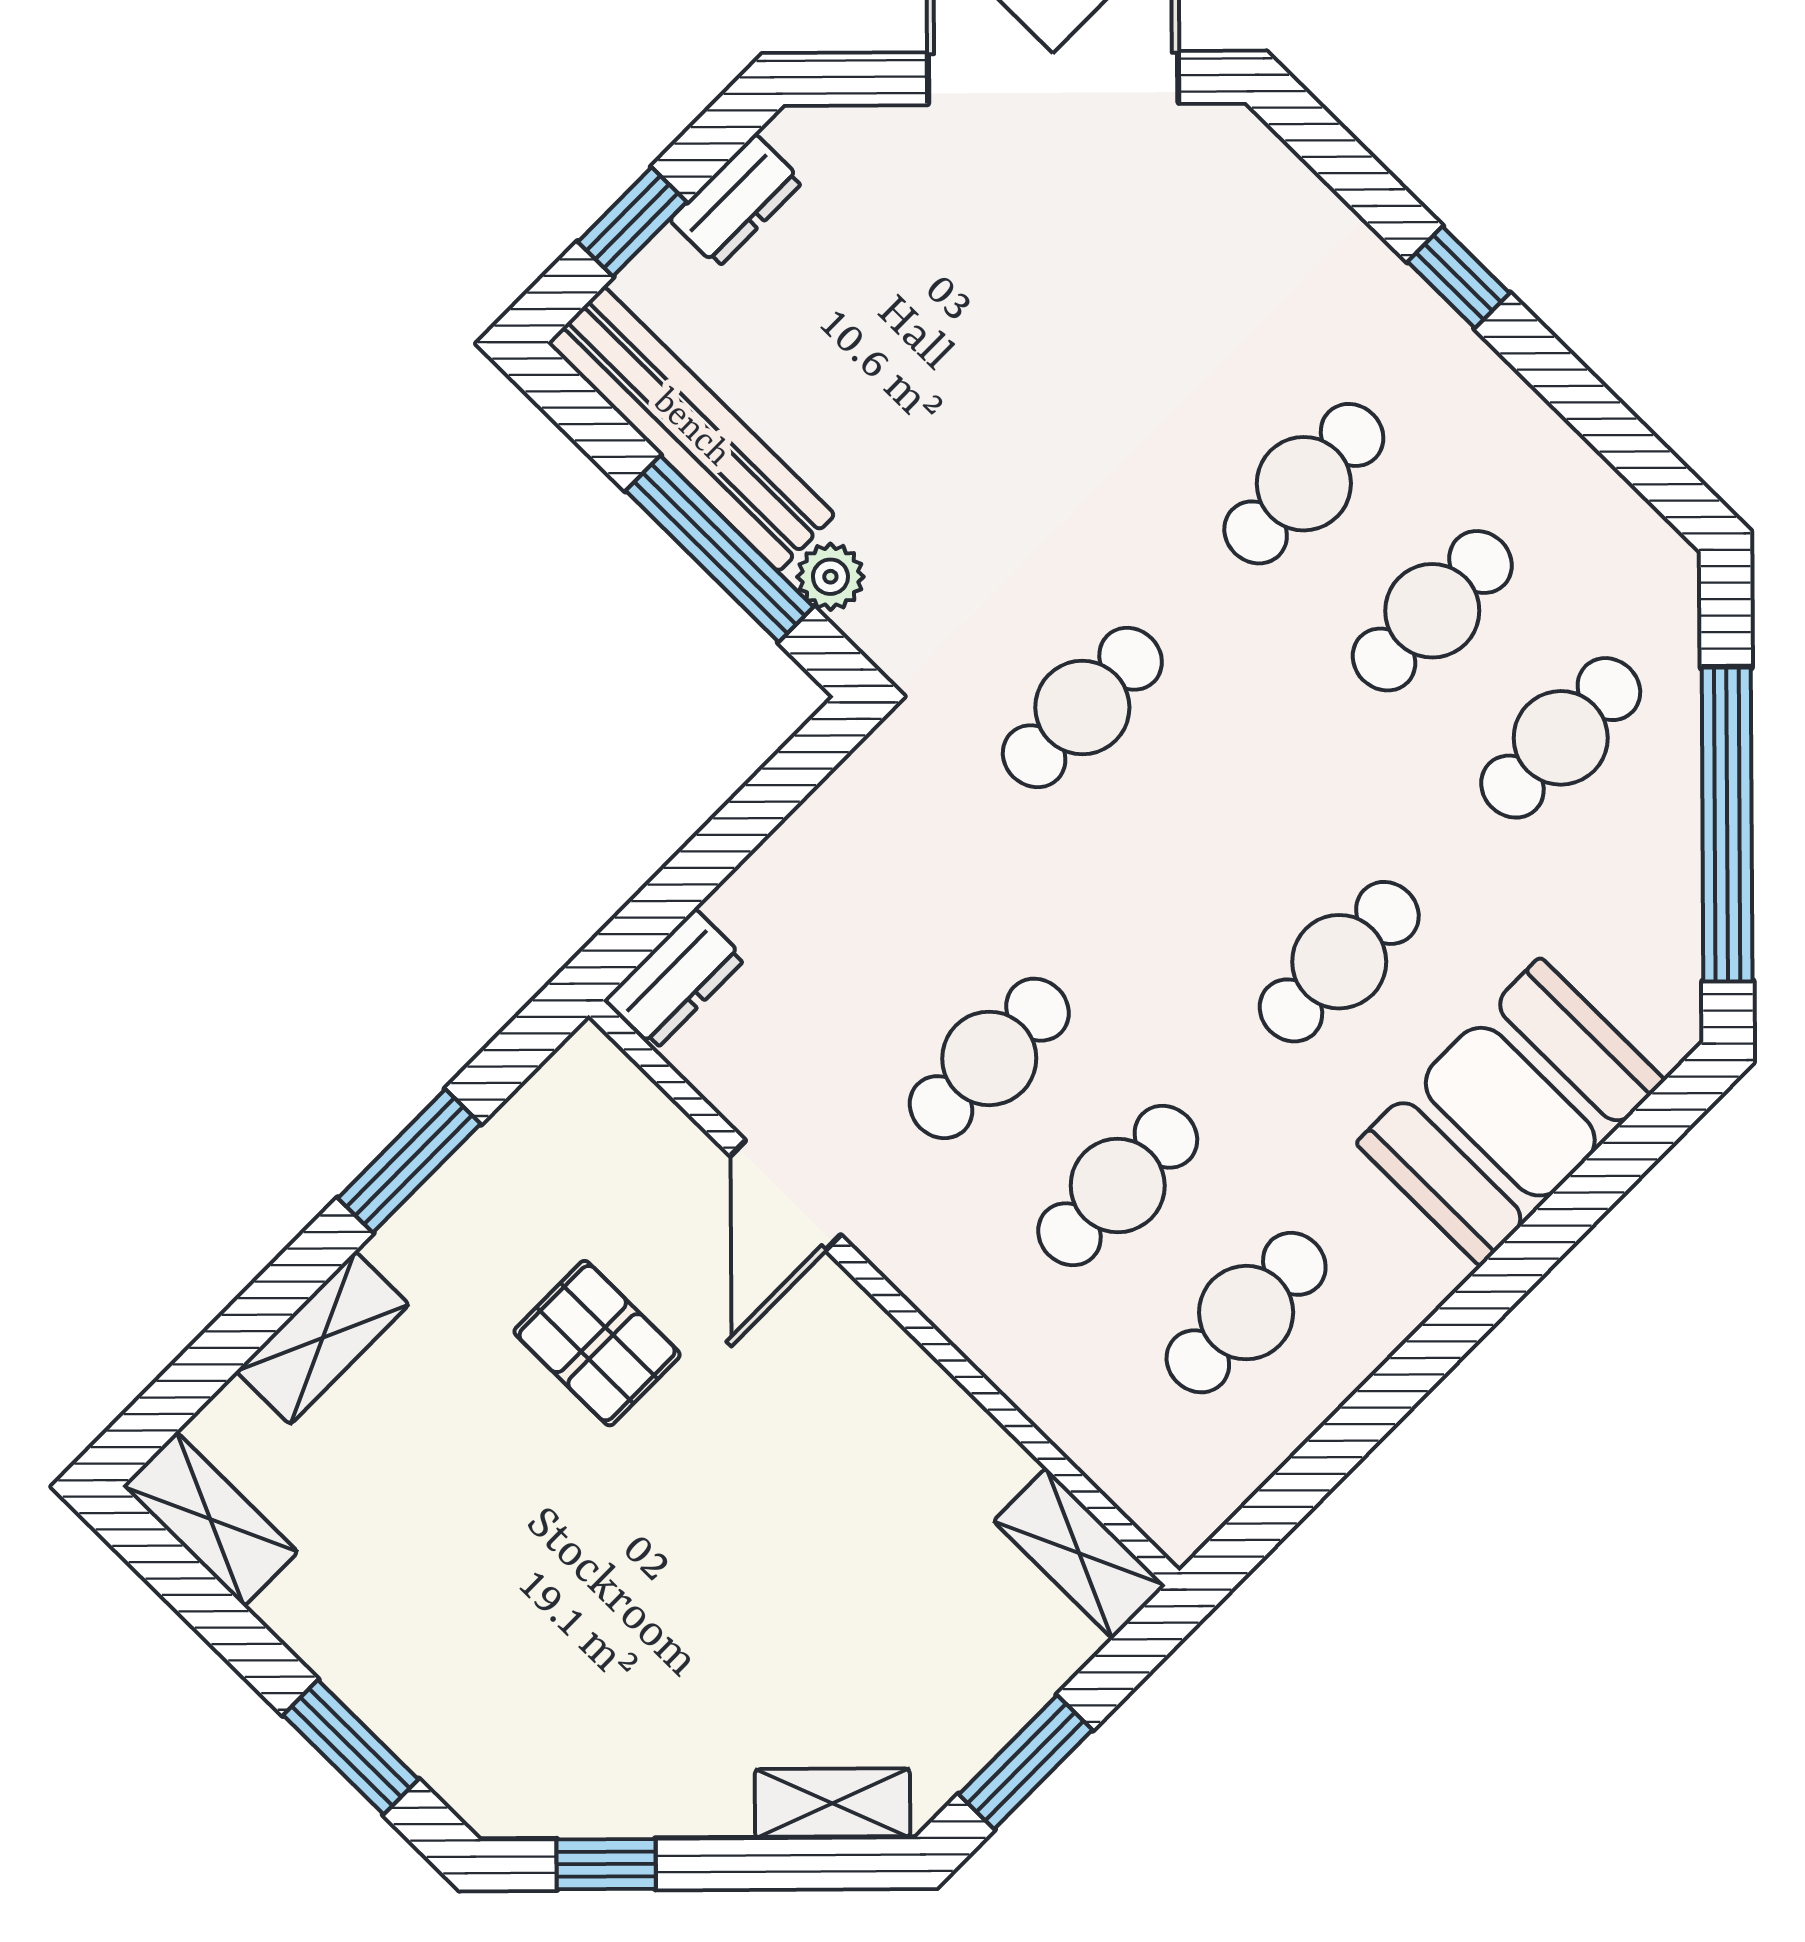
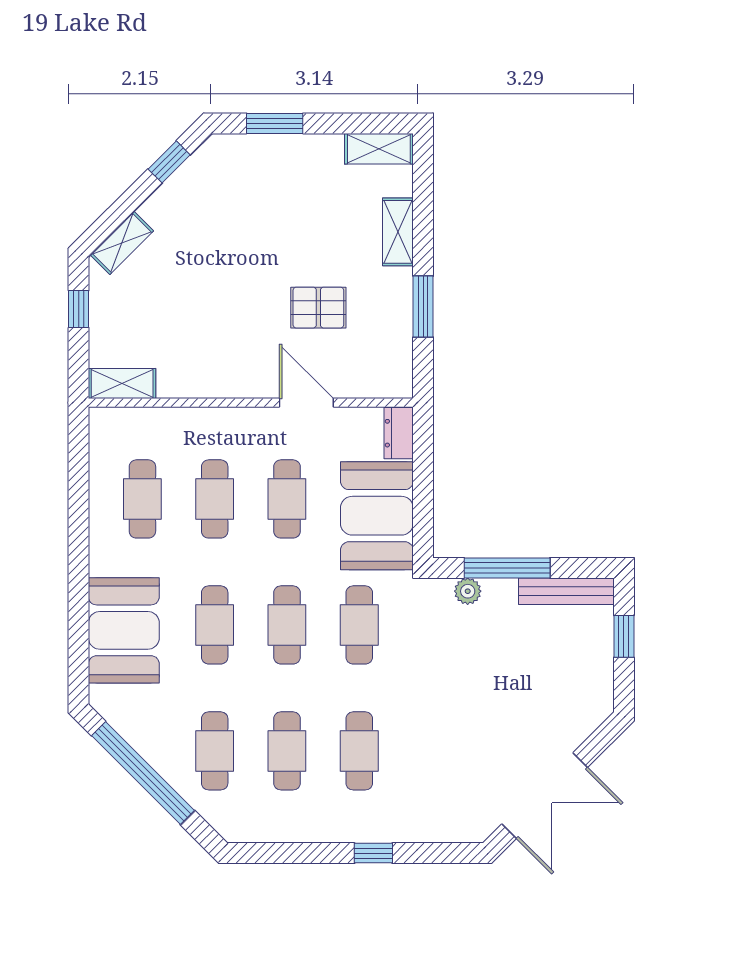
dresser: (736, 201) -> (600, 672), removed
bench: (691, 429) -> (566, 591), width x0.73, depth x0.82
cafe table: (1211, 835) -> (287, 625), added
booth: (859, 871) -> (377, 516), added
window: (1026, 1762) -> (79, 309), width x0.67

